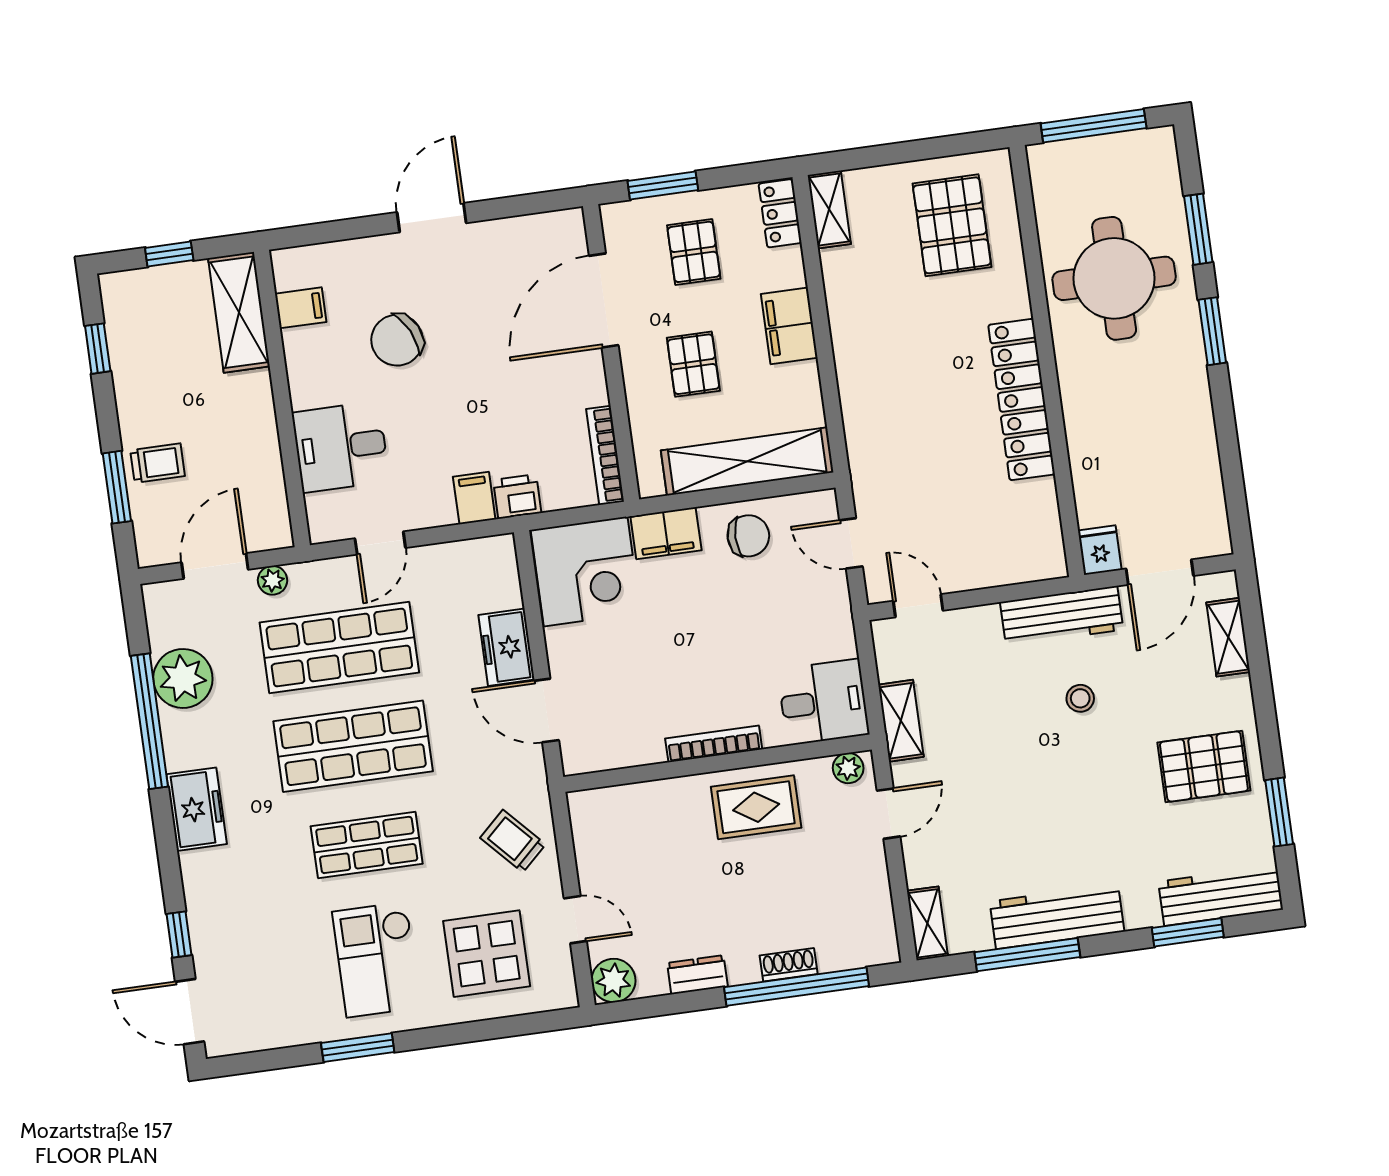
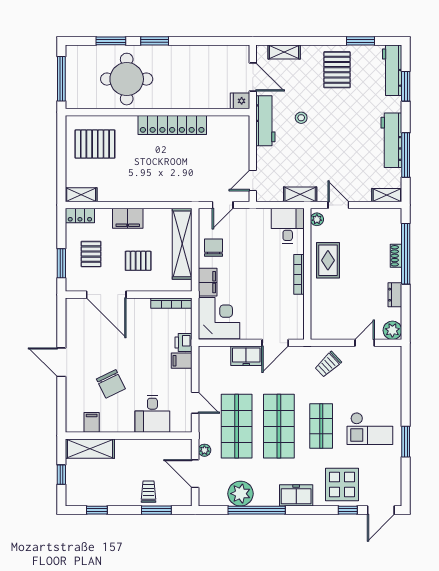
pallet: (694, 252) -> (91, 254), turned 90
display table: (487, 954) -> (342, 484), moved

